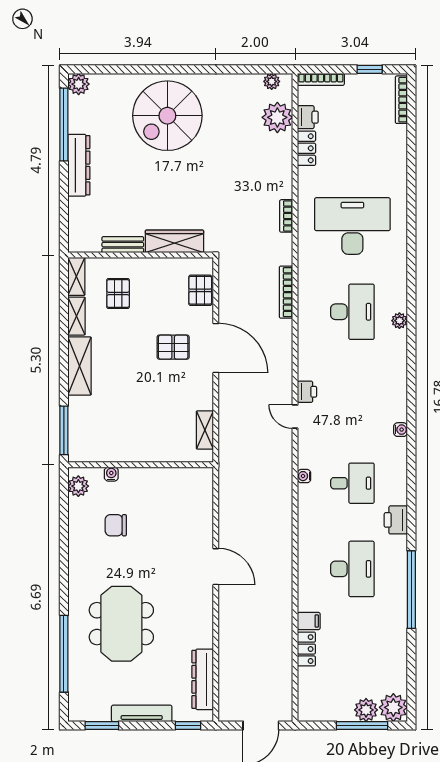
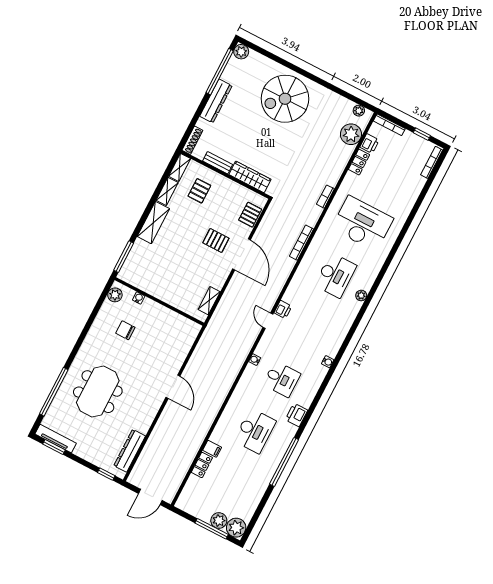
shoe rack: (75, 232) -> (192, 140), added
tv unit: (142, 713) -> (56, 439), moved

